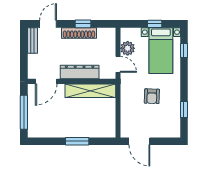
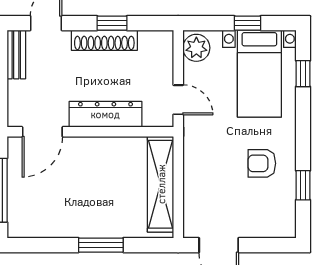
plant: (128, 48) -> (196, 48), moved
shelving: (90, 91) -> (161, 184), moved, turned 90
armchair: (152, 96) -> (262, 163), moved, turned 88

